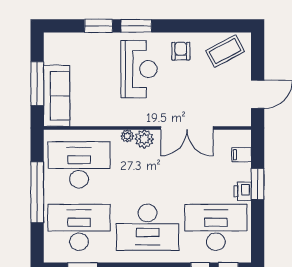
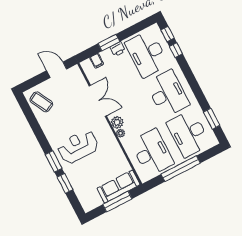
armchair: (181, 51) -> (55, 128), removed
desk: (79, 165) -> (152, 153), turned 180

